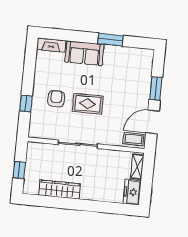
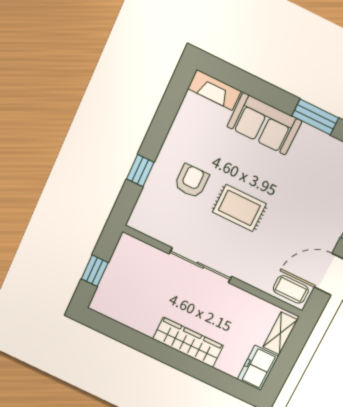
wardrobe: (60, 190) -> (188, 342), moved

